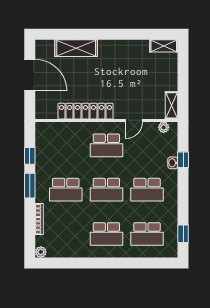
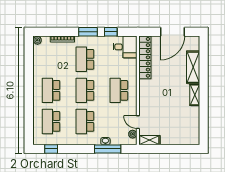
shelving: (164, 46) -> (195, 95), moved
locker: (85, 111) -> (145, 57), moved
door: (134, 120) -> (138, 122), moved
desk: (50, 137) -> (125, 47), added
window: (183, 160) -> (108, 149), width x2.17

